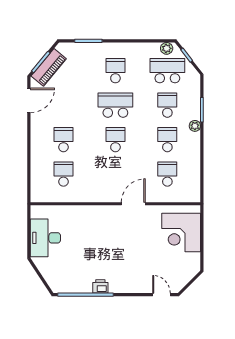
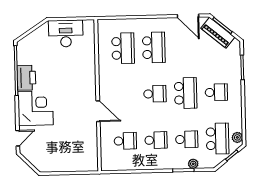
plant: (195, 126) -> (193, 164), moved
school desk: (63, 140) -> (154, 47), width x1.85
school desk: (63, 174) -> (123, 48), width x1.85
corner desk: (181, 232) -> (35, 108), moved, turned 90
printer: (100, 286) -> (26, 78), width x1.87, depth x1.48

